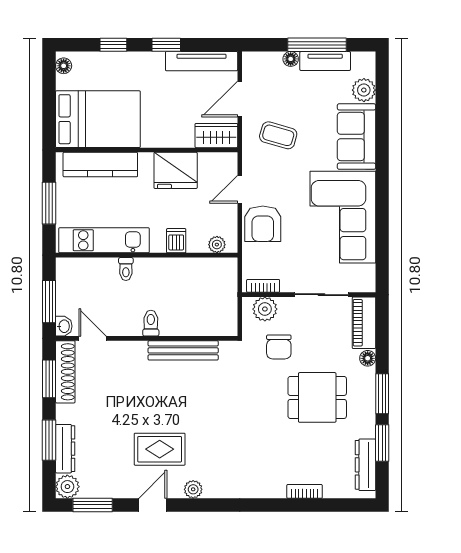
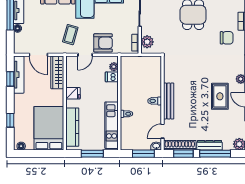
window: (166, 45) -> (10, 79), moved
coffee table: (278, 135) -> (70, 35), moved
wardrobe: (216, 136) -> (57, 72), width x1.50
fridge: (176, 170) -> (73, 93), width x0.53, depth x0.75
door: (240, 189) -> (85, 55), hinge flipped
dishwasher: (176, 241) -> (112, 77), moved
chair: (279, 347) -> (227, 38), moved
bench: (183, 350) -> (169, 101), moved
window: (49, 440) -> (215, 154), width x1.44
dresser: (65, 449) -> (209, 145), moved

